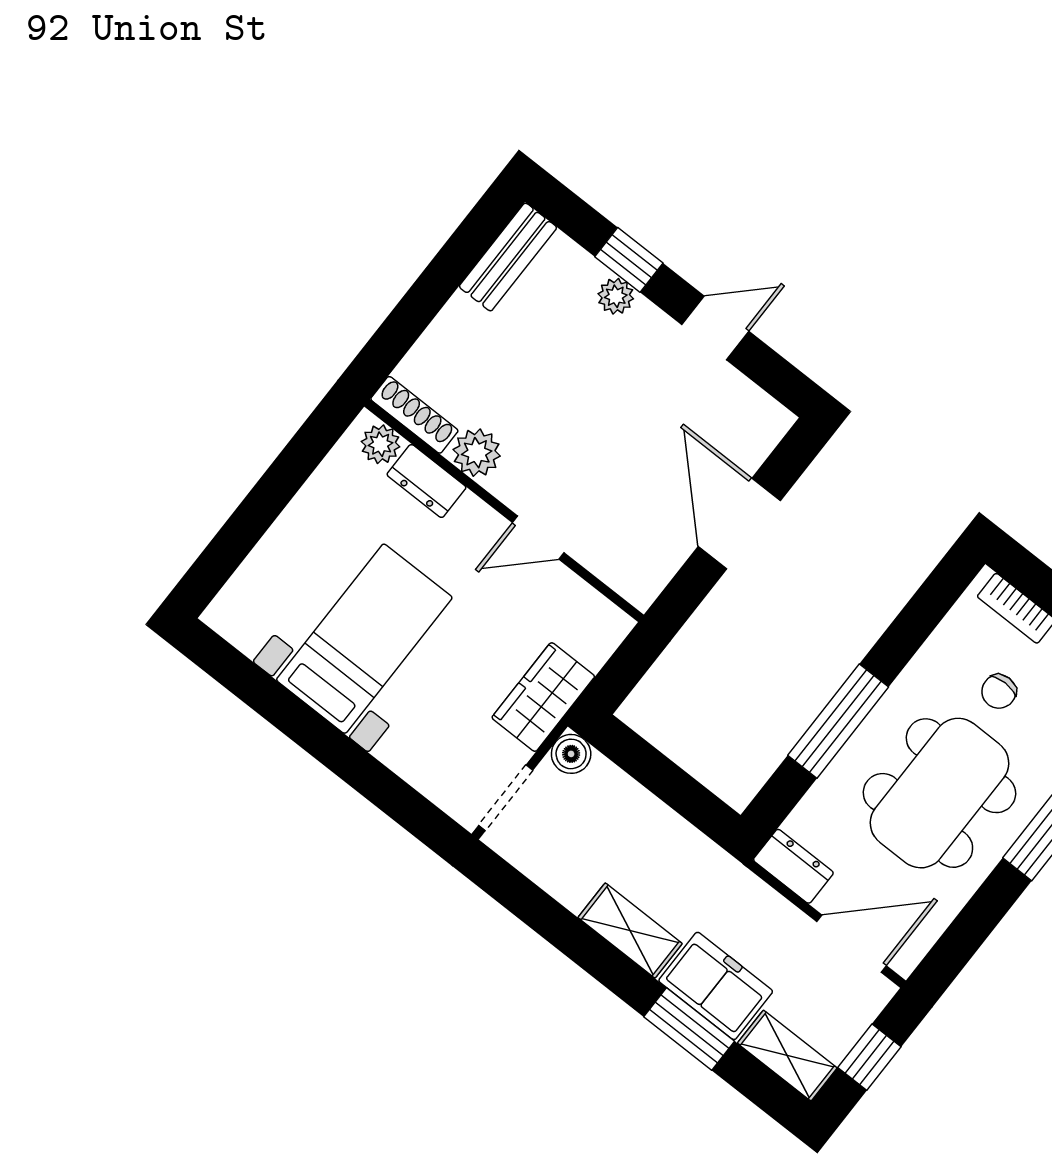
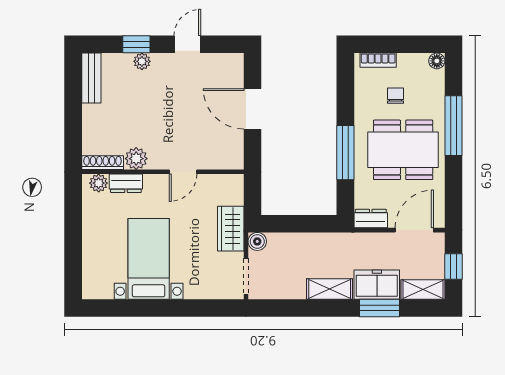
chair: (999, 691) -> (396, 96), turned 180
dining table: (939, 793) -> (403, 150), turned 90

